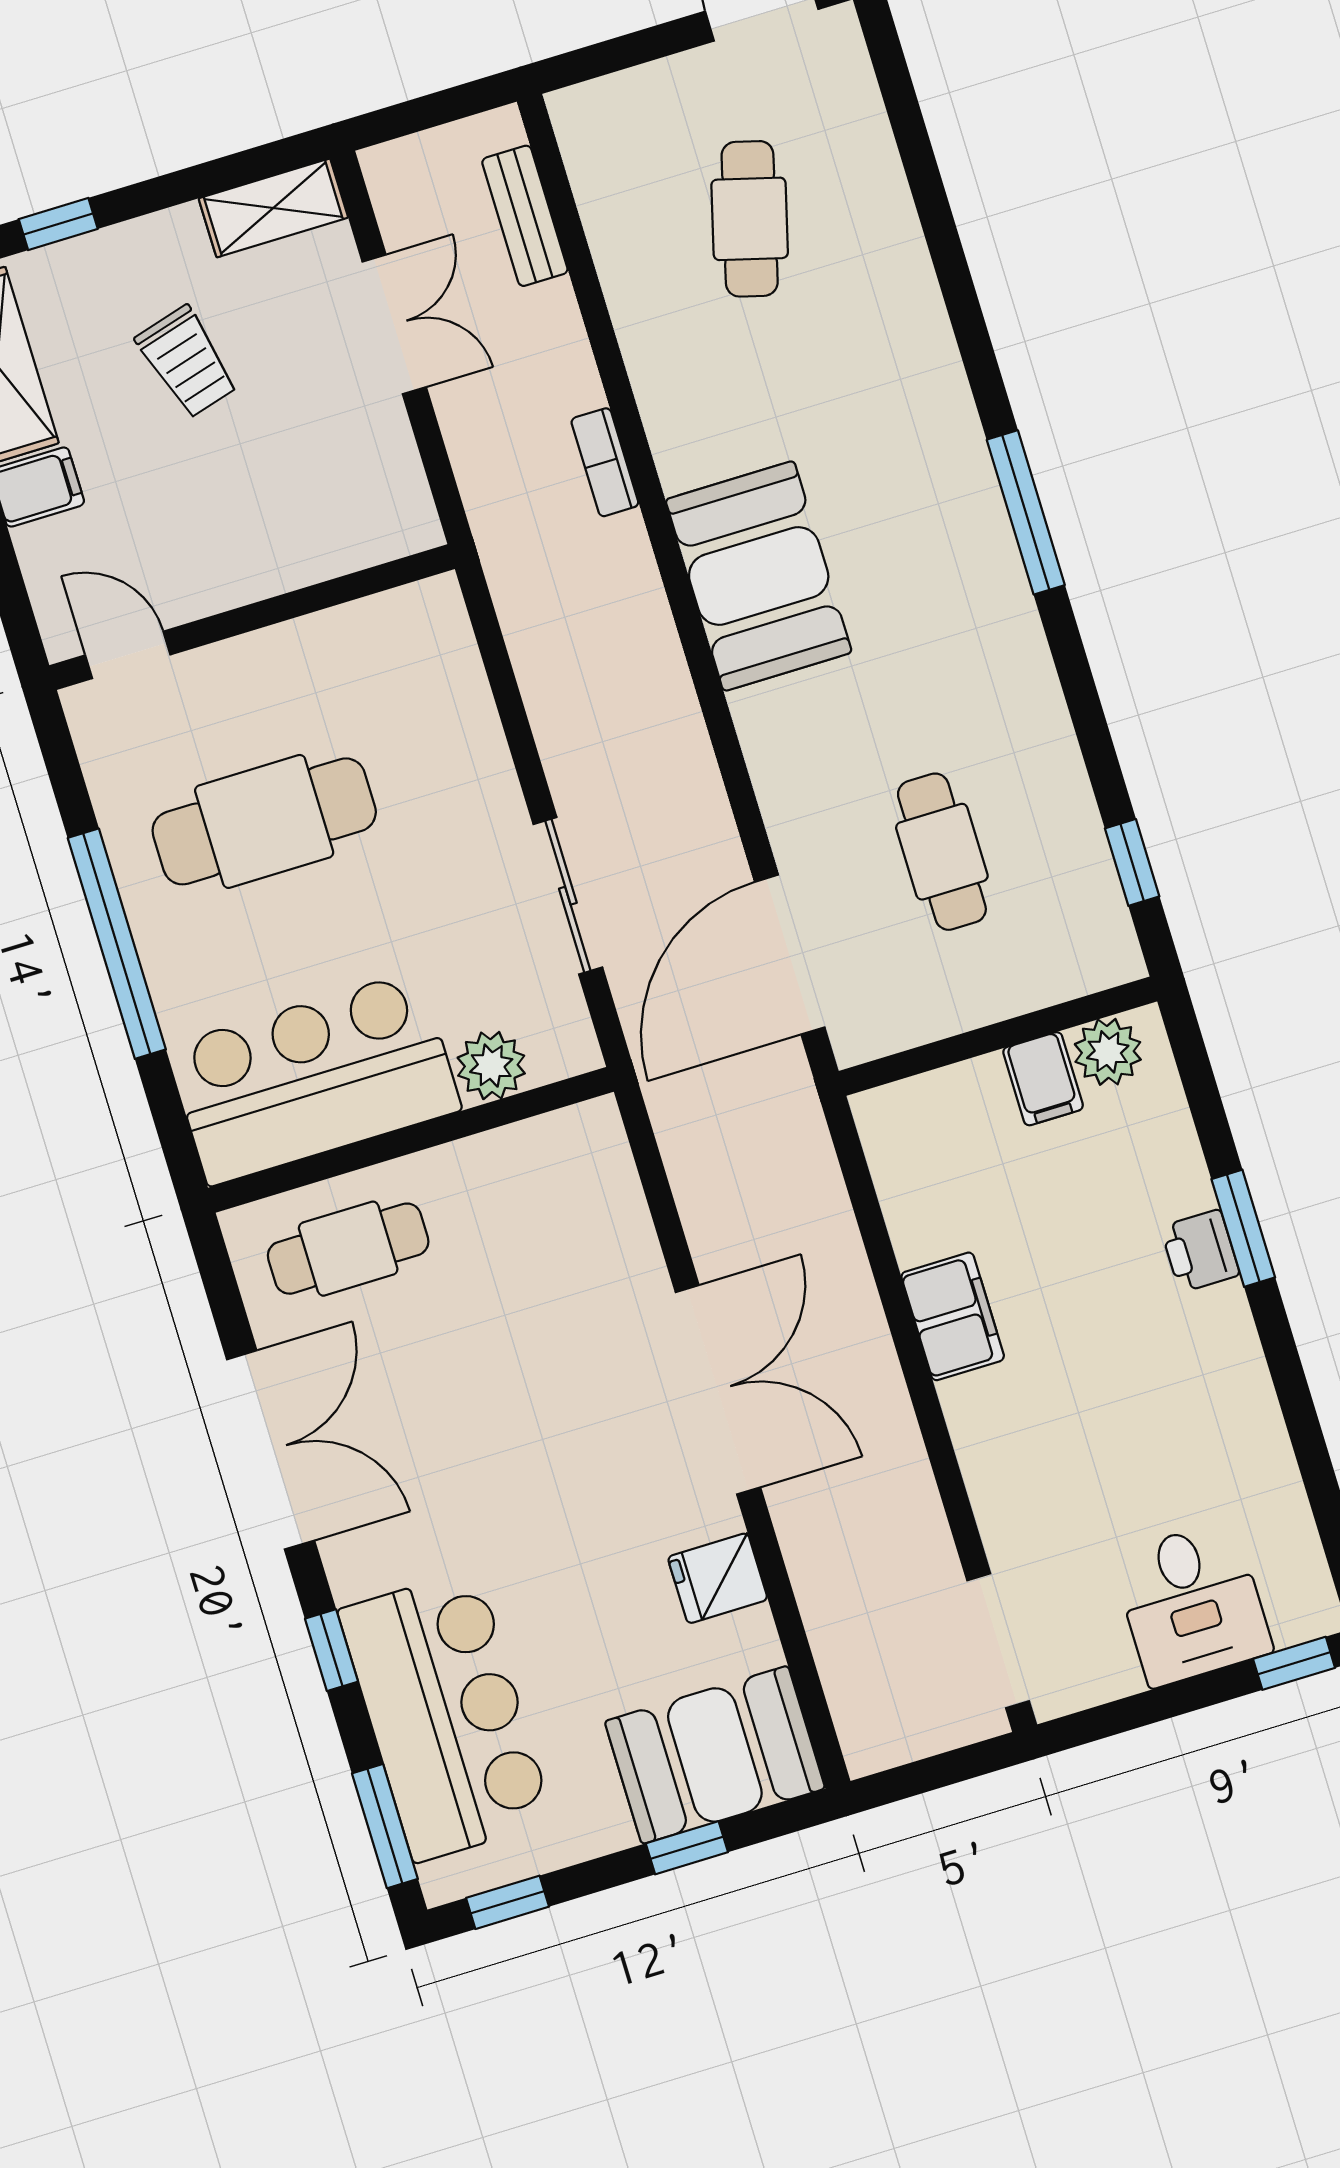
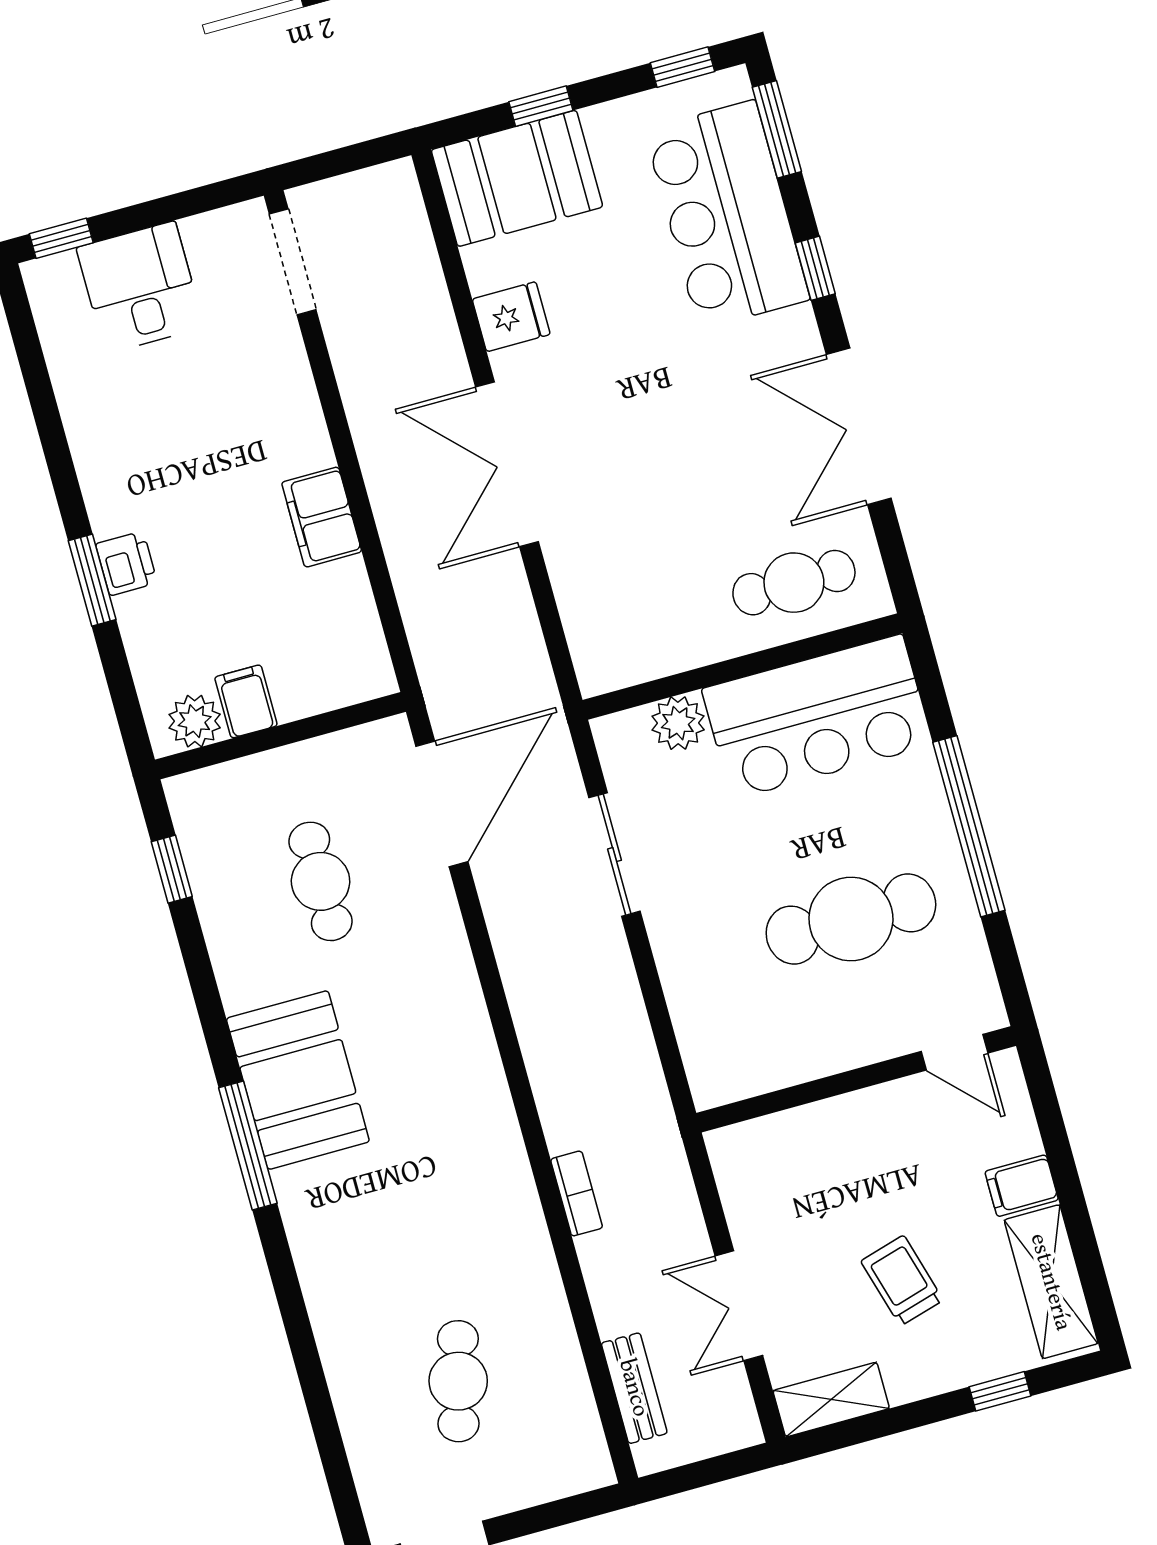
booth: (759, 576) -> (298, 1080), moved

